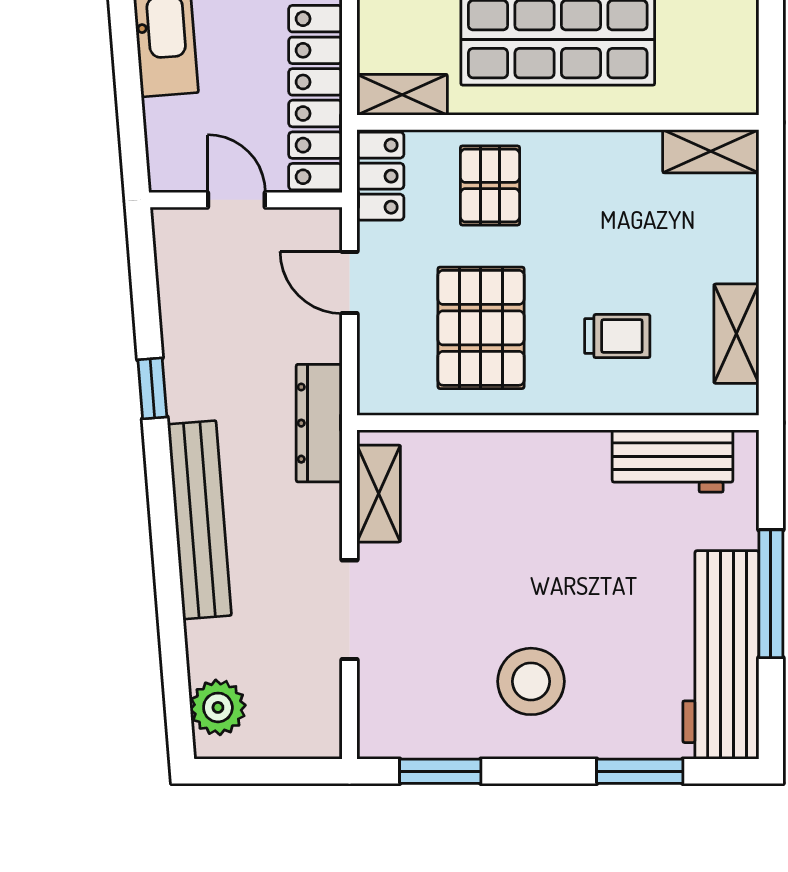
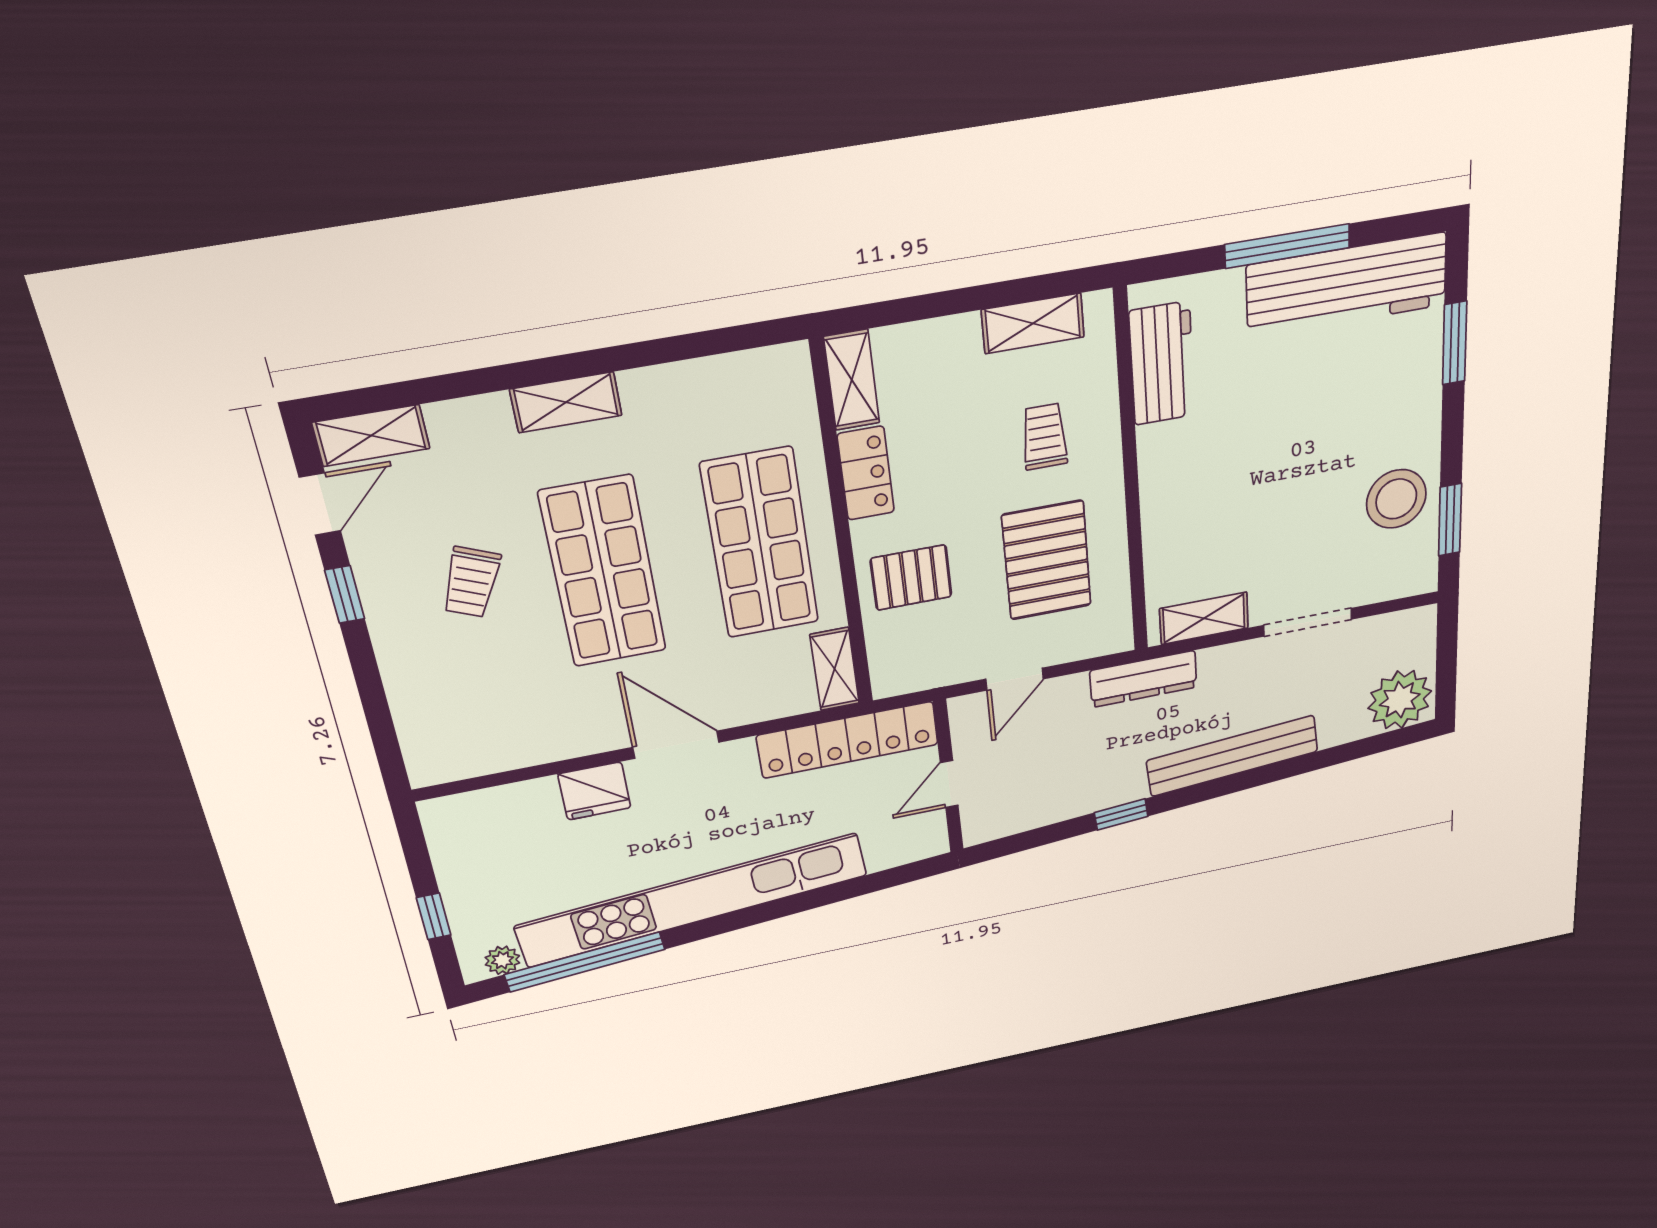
locker: (380, 176) -> (866, 473), moved, turned 90
pallet: (481, 328) -> (1047, 560), turned 90
stool: (531, 681) -> (1396, 499), moved
plant: (218, 707) -> (1400, 700), width x1.36, depth x1.36

